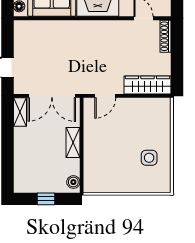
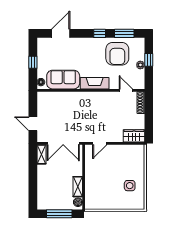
wardrobe: (148, 85) -> (134, 136), width x0.67
shelving: (73, 143) -> (78, 187), moved
window: (46, 199) -> (59, 214), width x2.17

